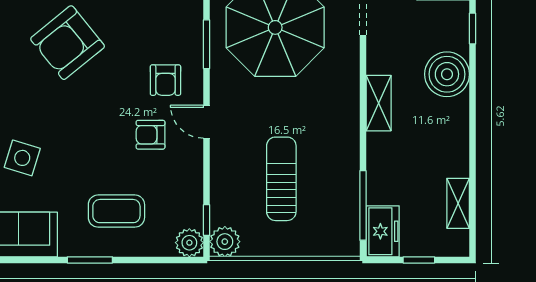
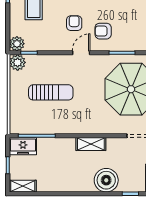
shelving: (458, 203) -> (23, 186), moved

